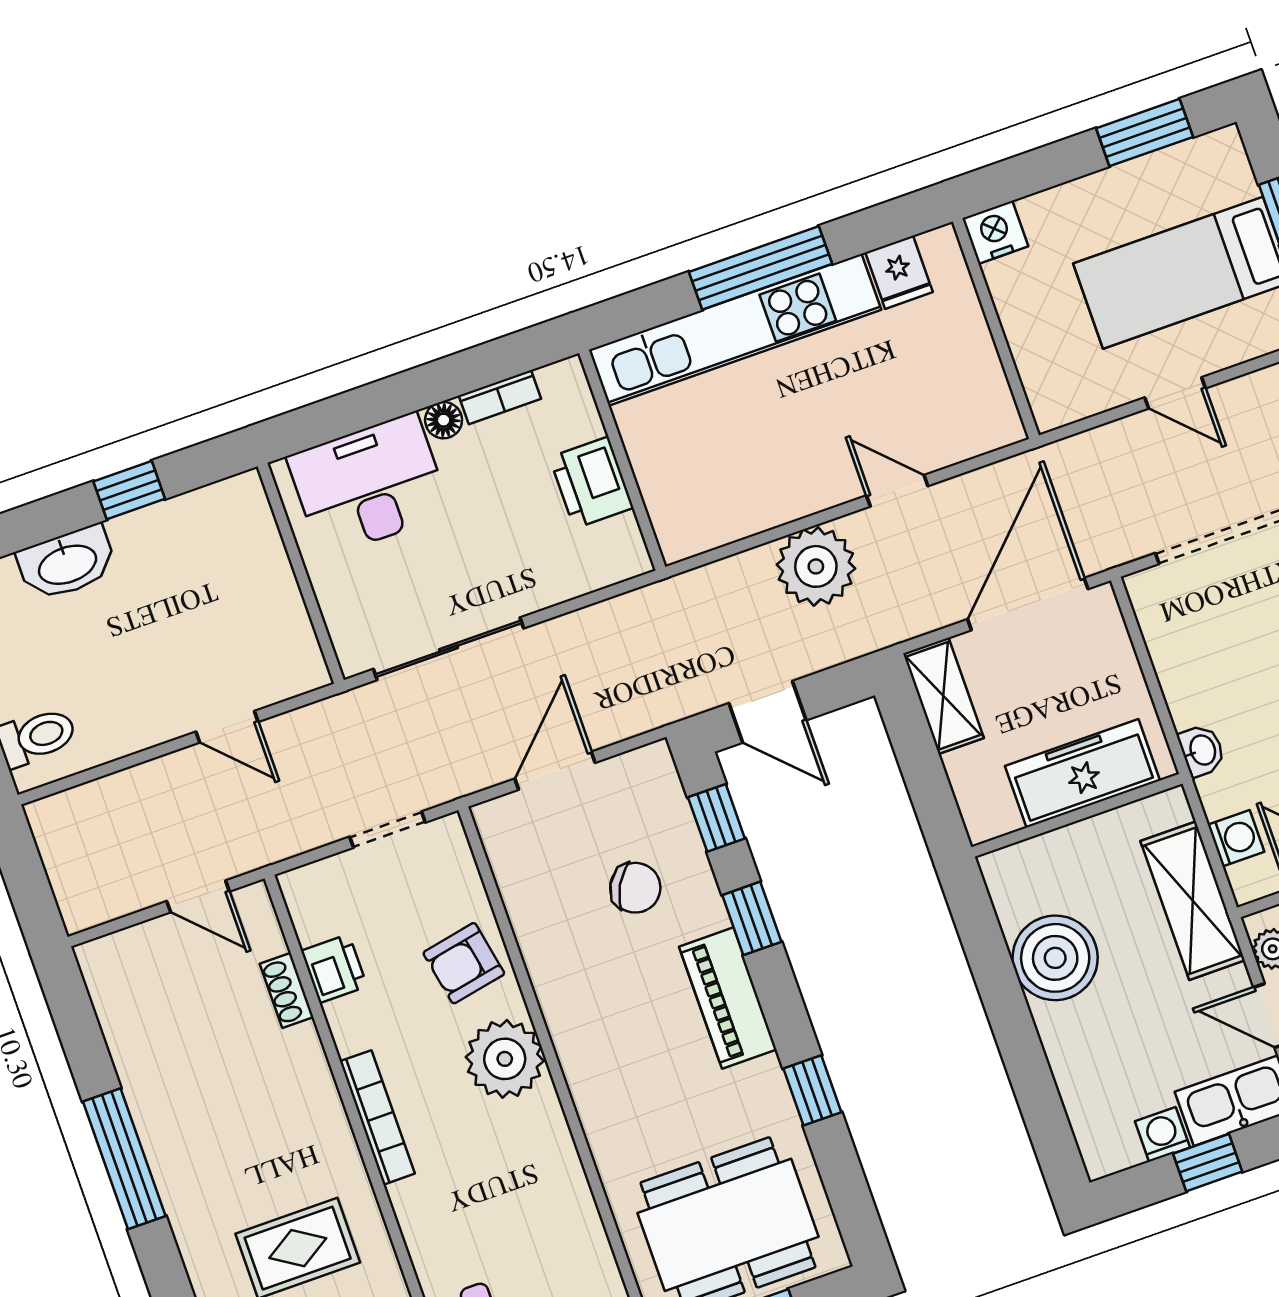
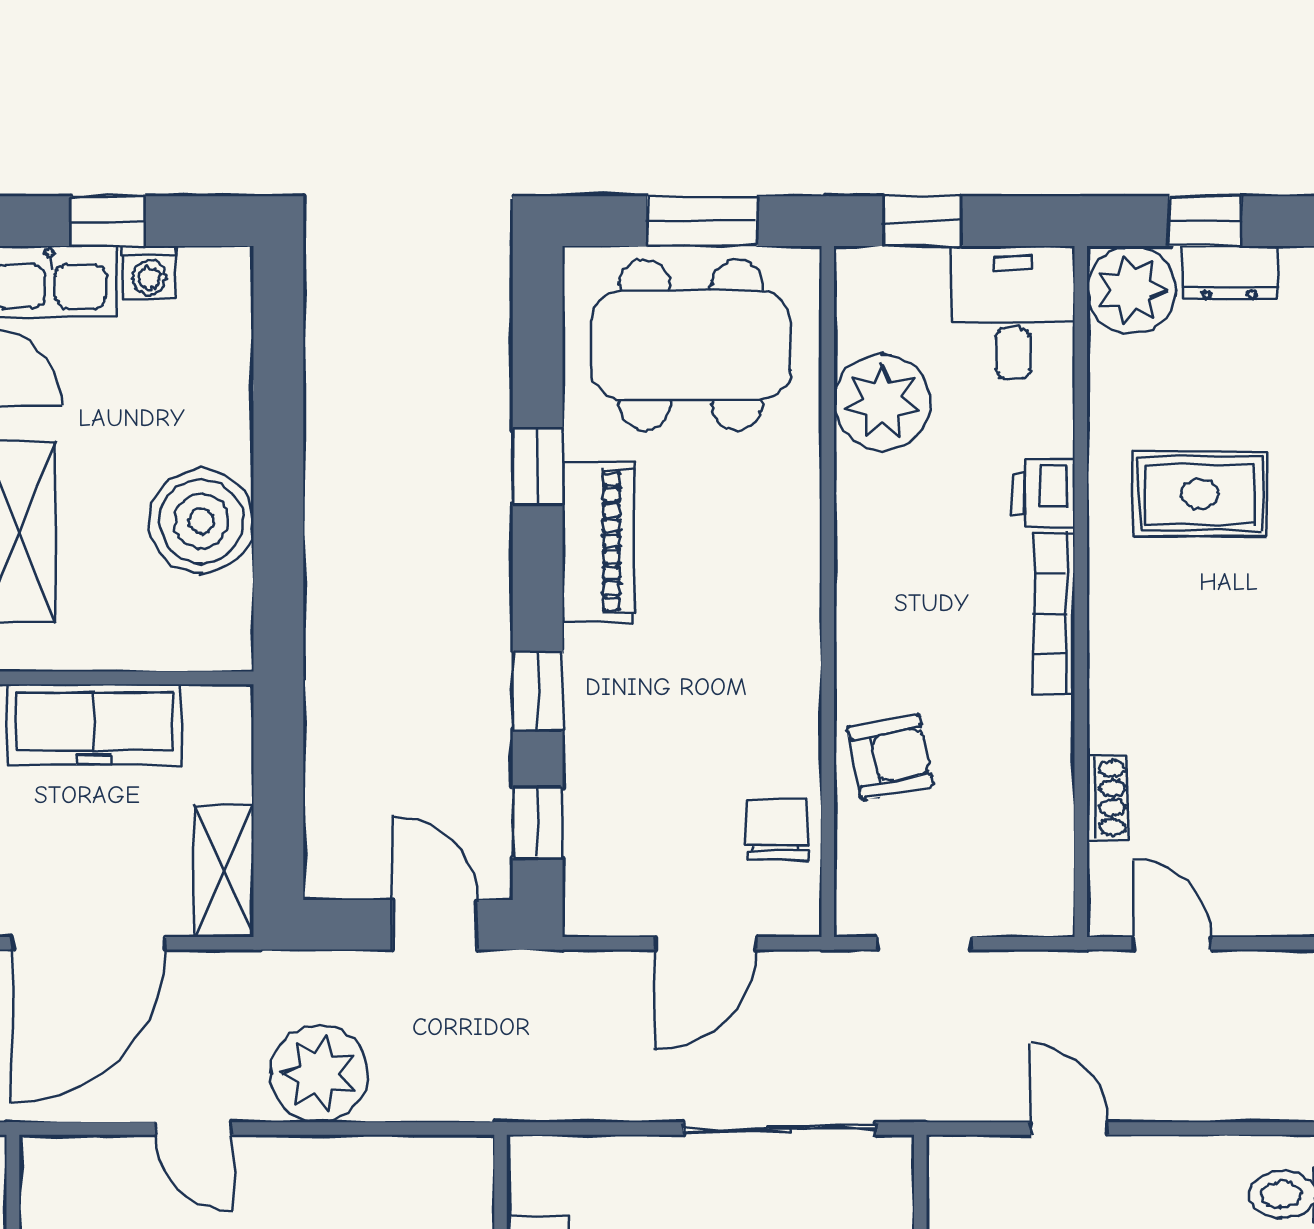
chair: (635, 888) -> (777, 829), moved, turned 61
printer: (334, 969) -> (1043, 493), moved
piano: (728, 998) -> (598, 542), moved
plant: (505, 1059) -> (882, 402), moved

